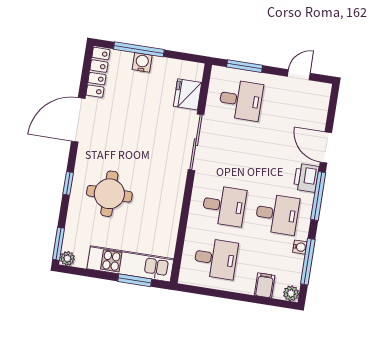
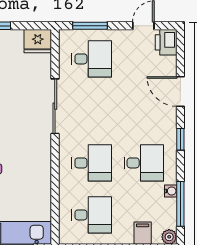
fridge: (188, 94) -> (38, 41), moved, turned -90
printer: (306, 178) -> (166, 42), moved
window: (318, 196) -> (180, 139), width x0.46

